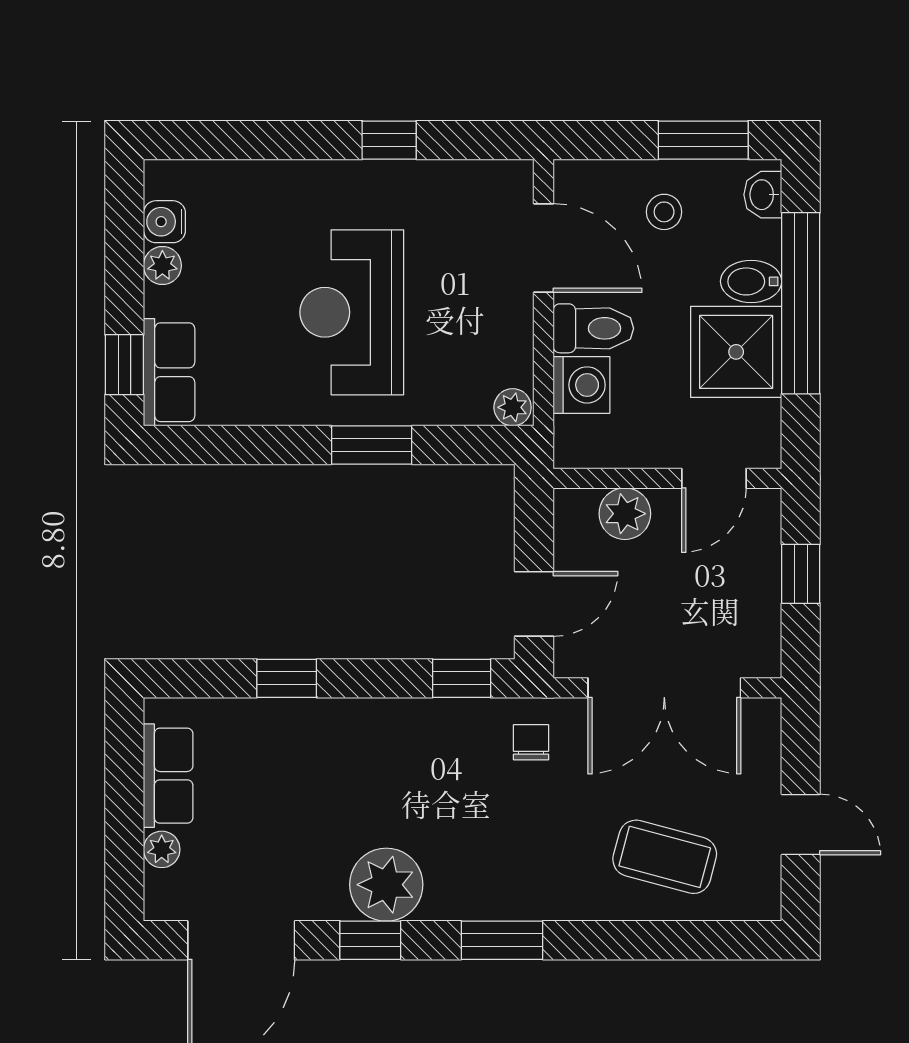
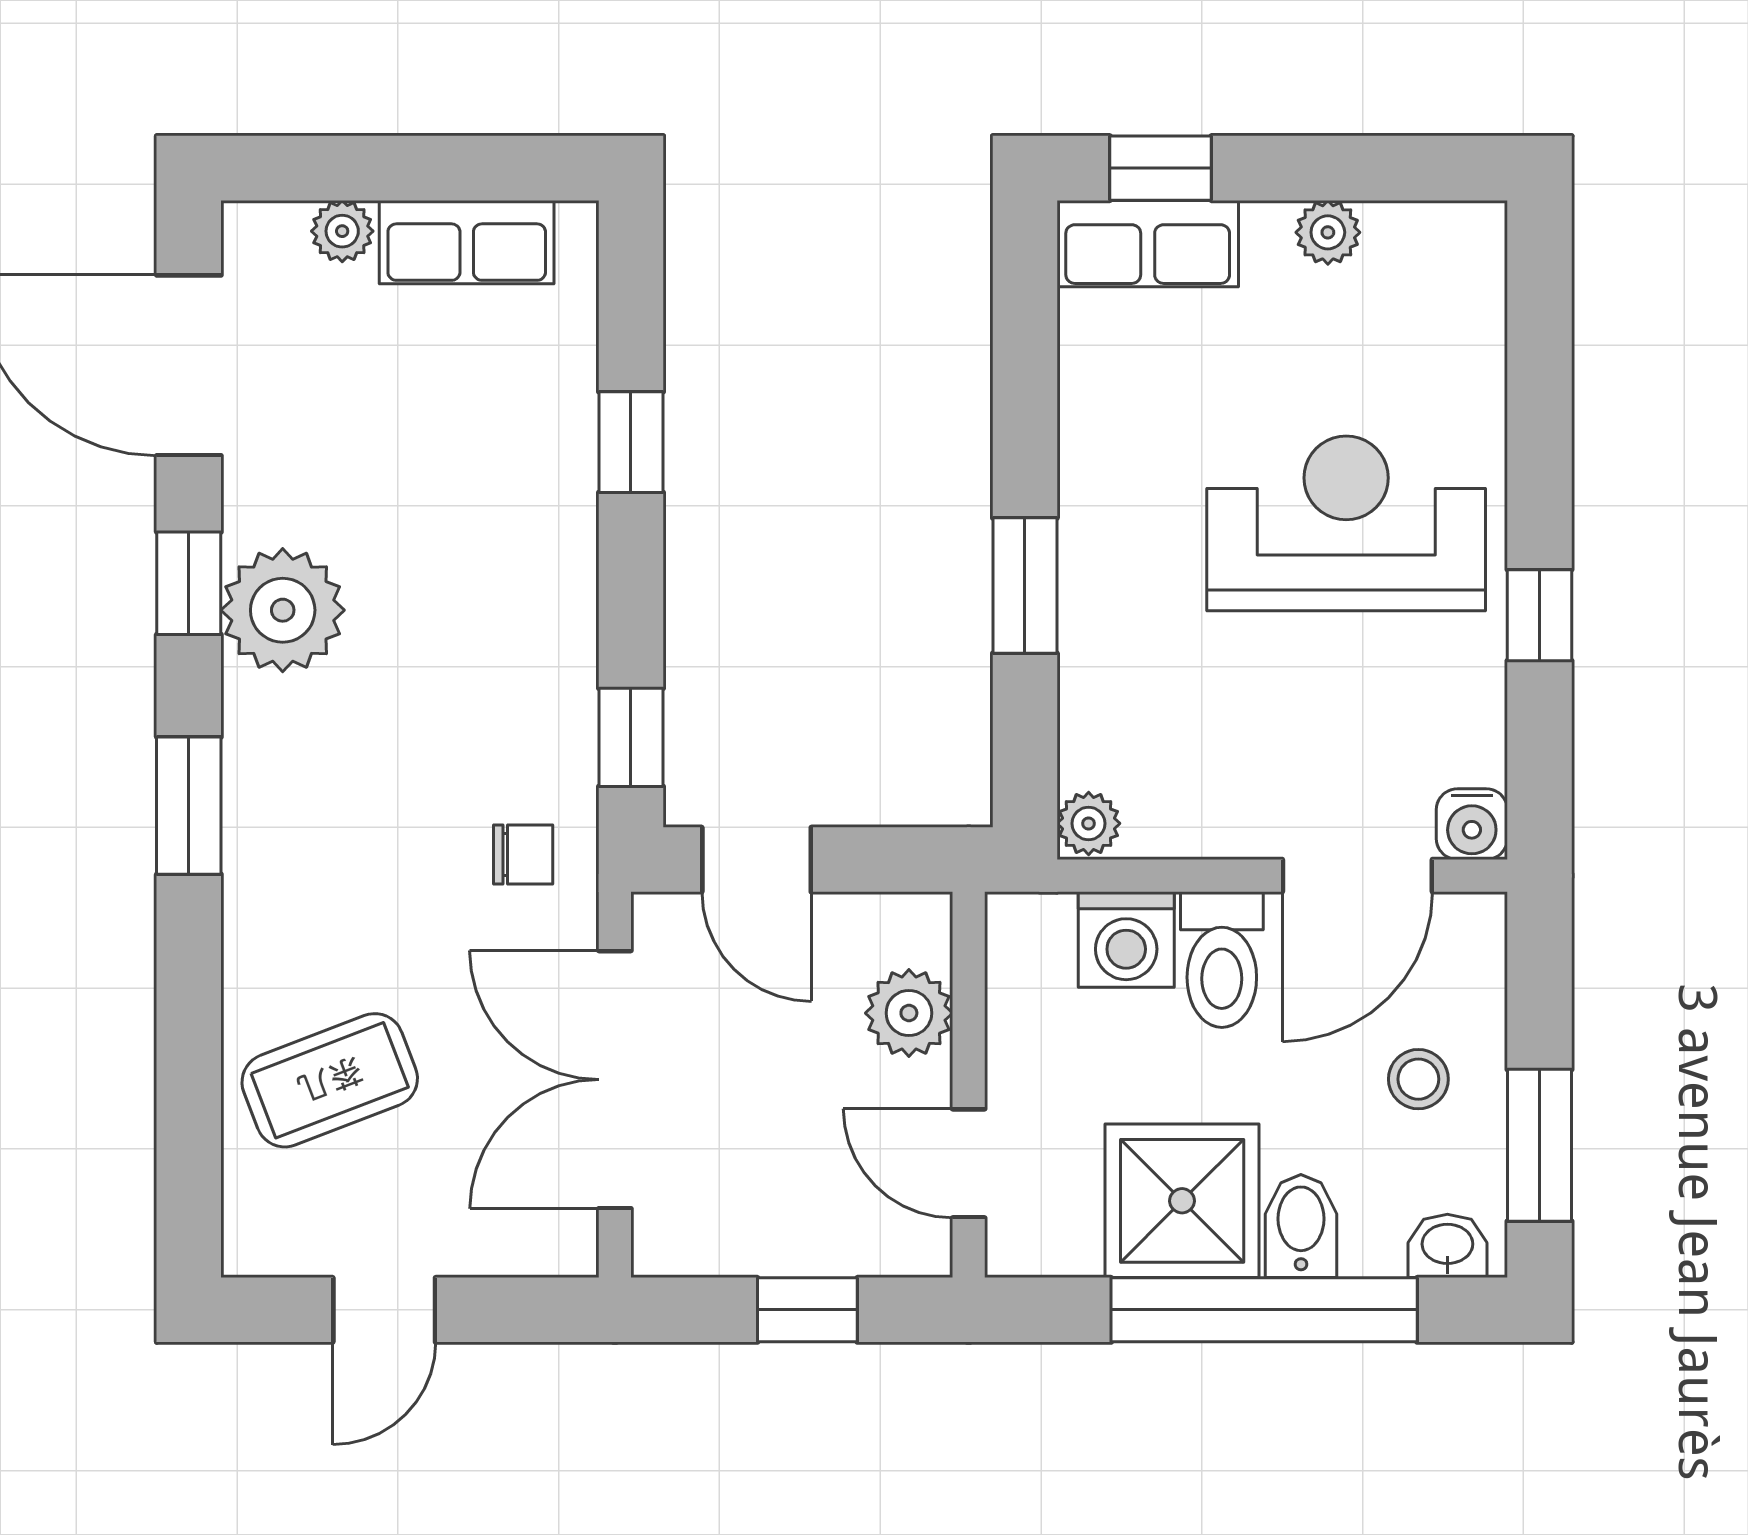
water cooler: (164, 222) -> (1472, 824), moved, turned 180
reception desk: (352, 312) -> (1346, 523), moved
coffee table: (665, 857) -> (330, 1080), turned 54

